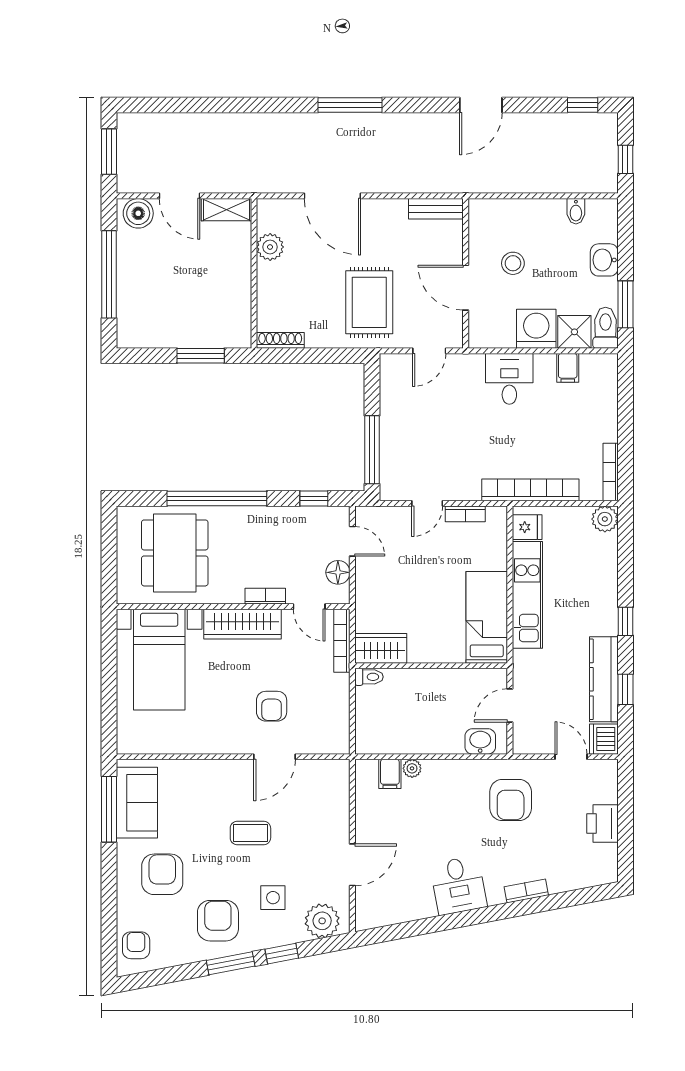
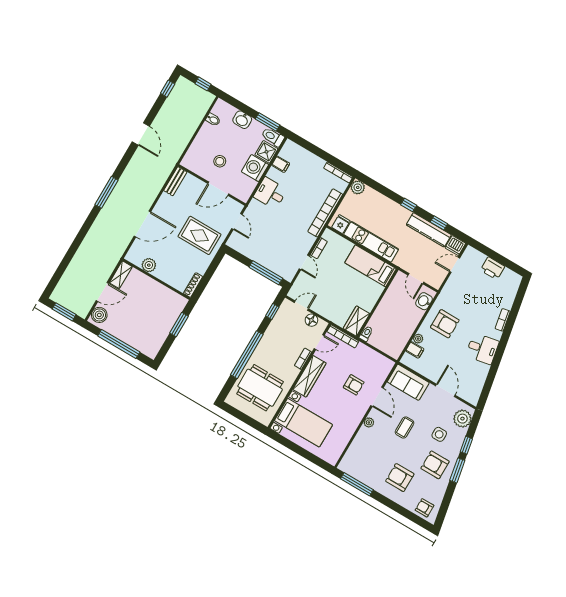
plant: (224, 769) -> (369, 422), added
armchair: (511, 800) -> (445, 324), moved
sofa: (137, 803) -> (408, 382), moved, turned 180

